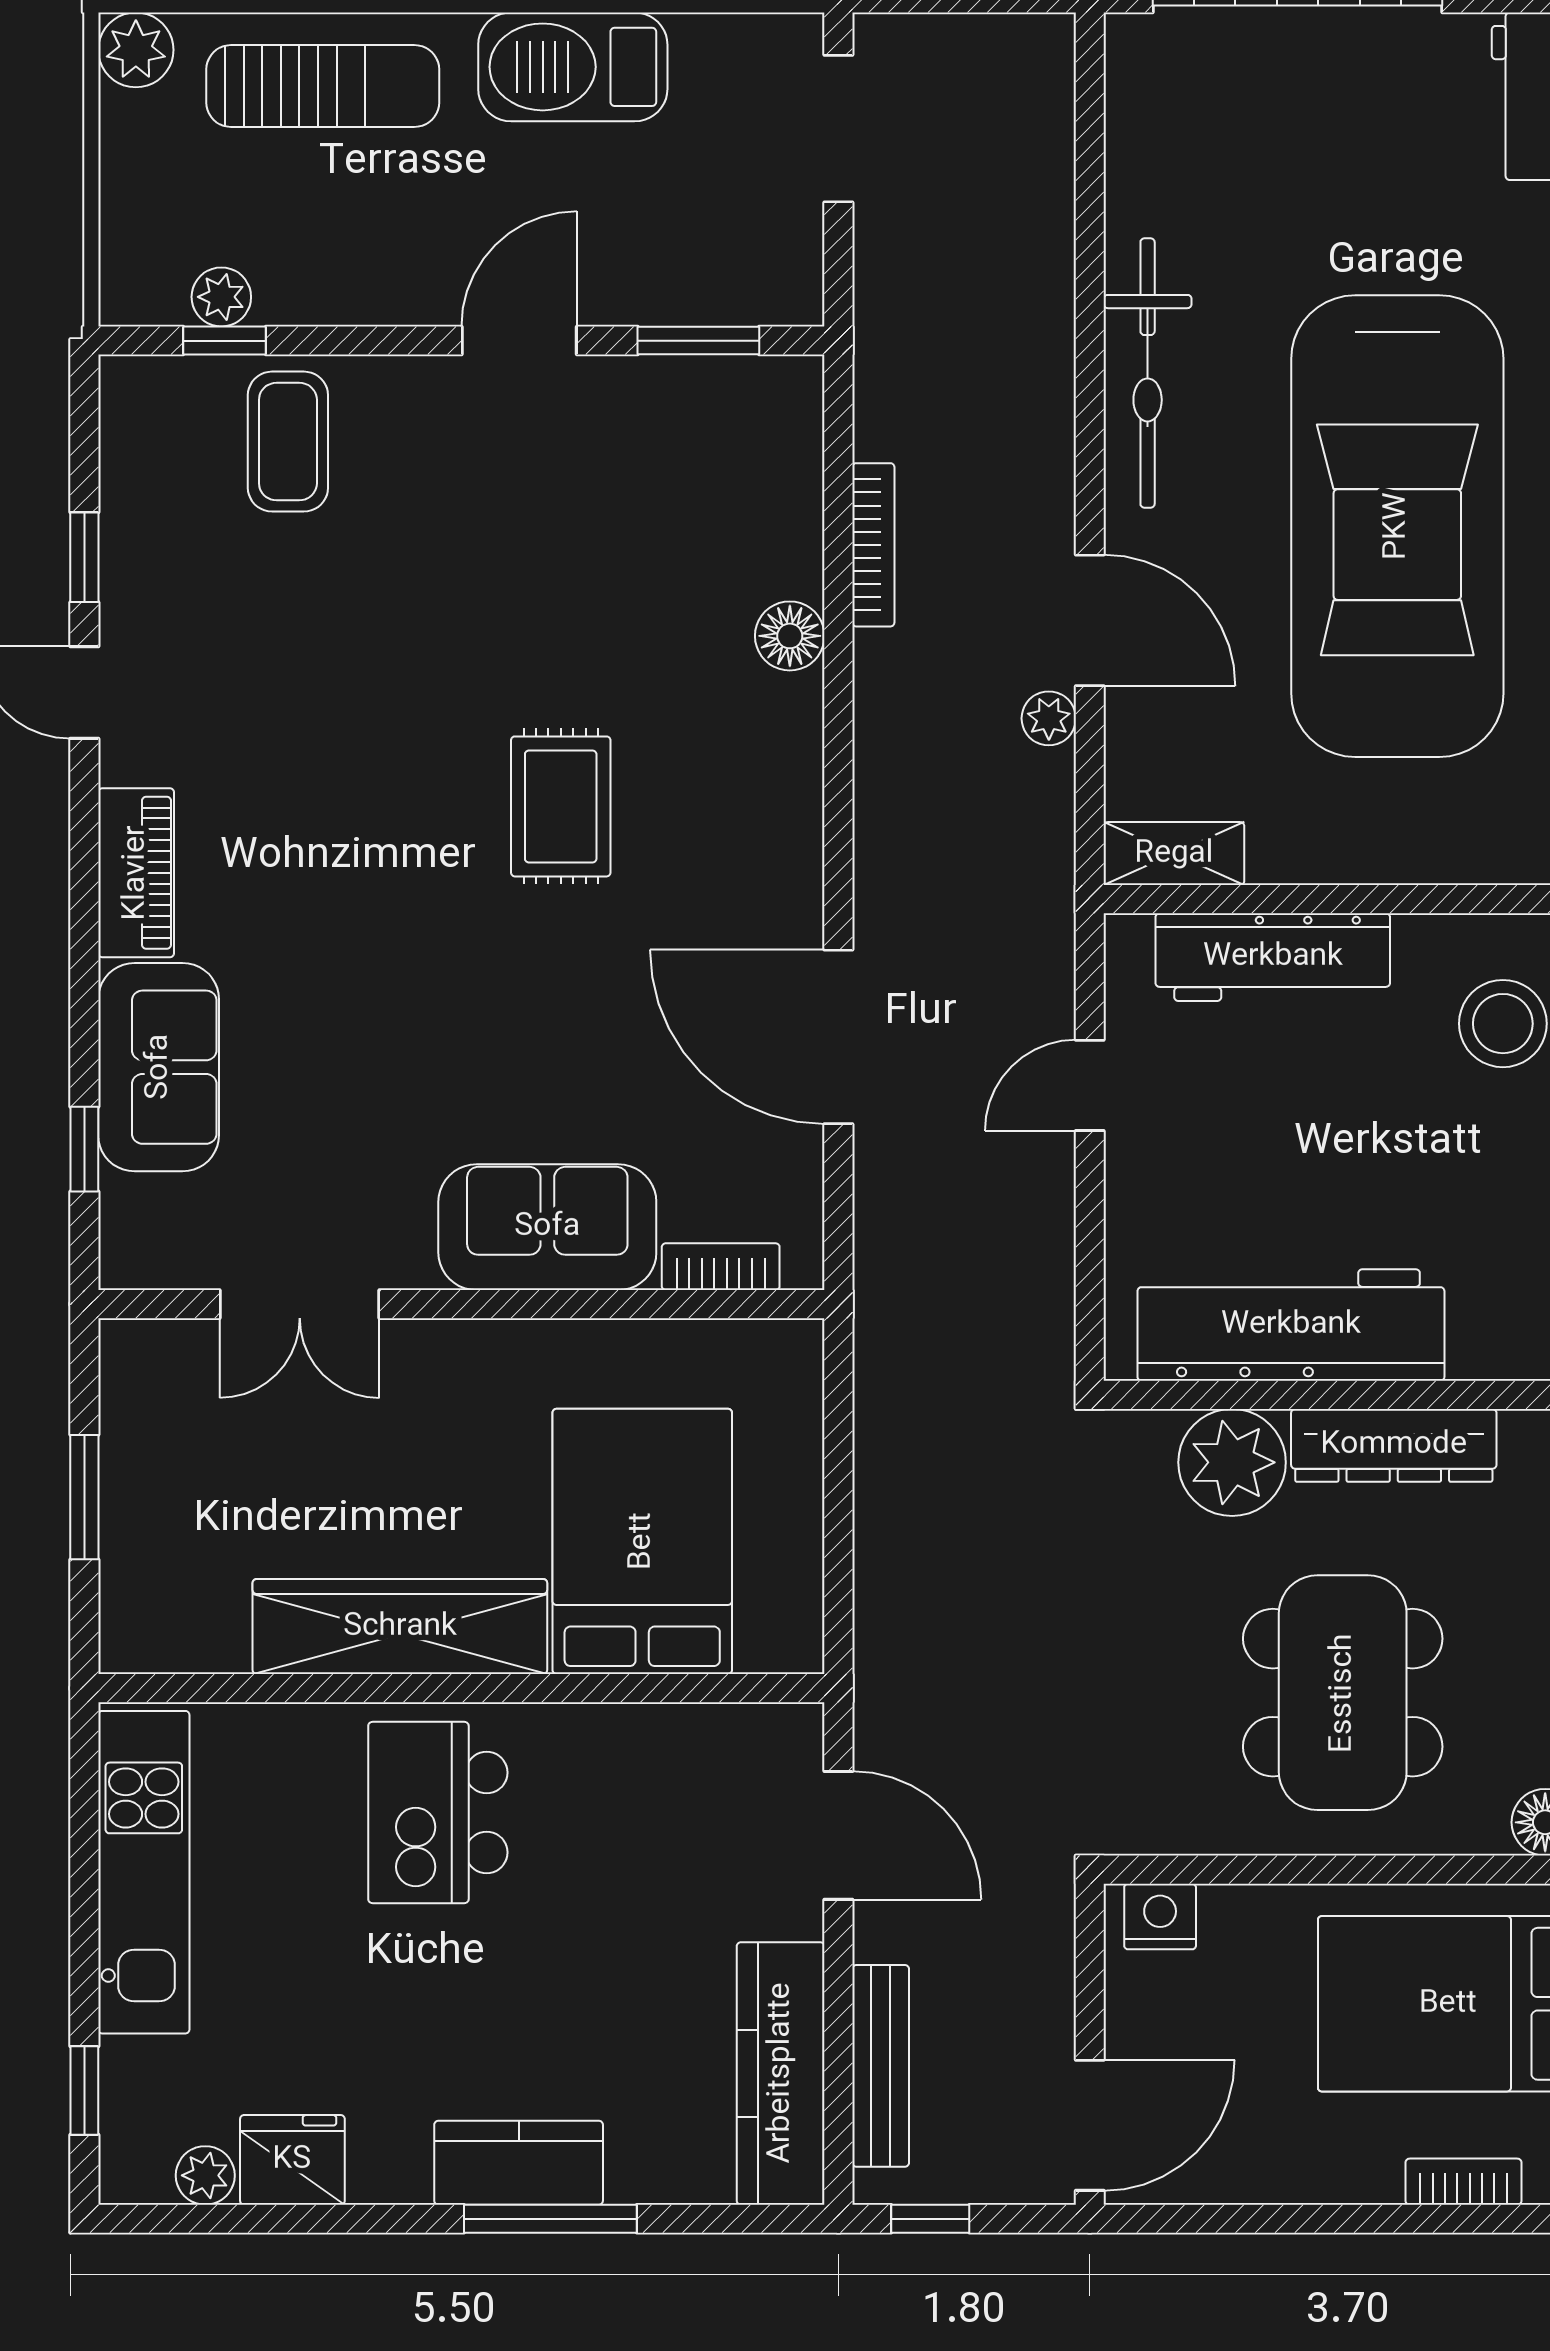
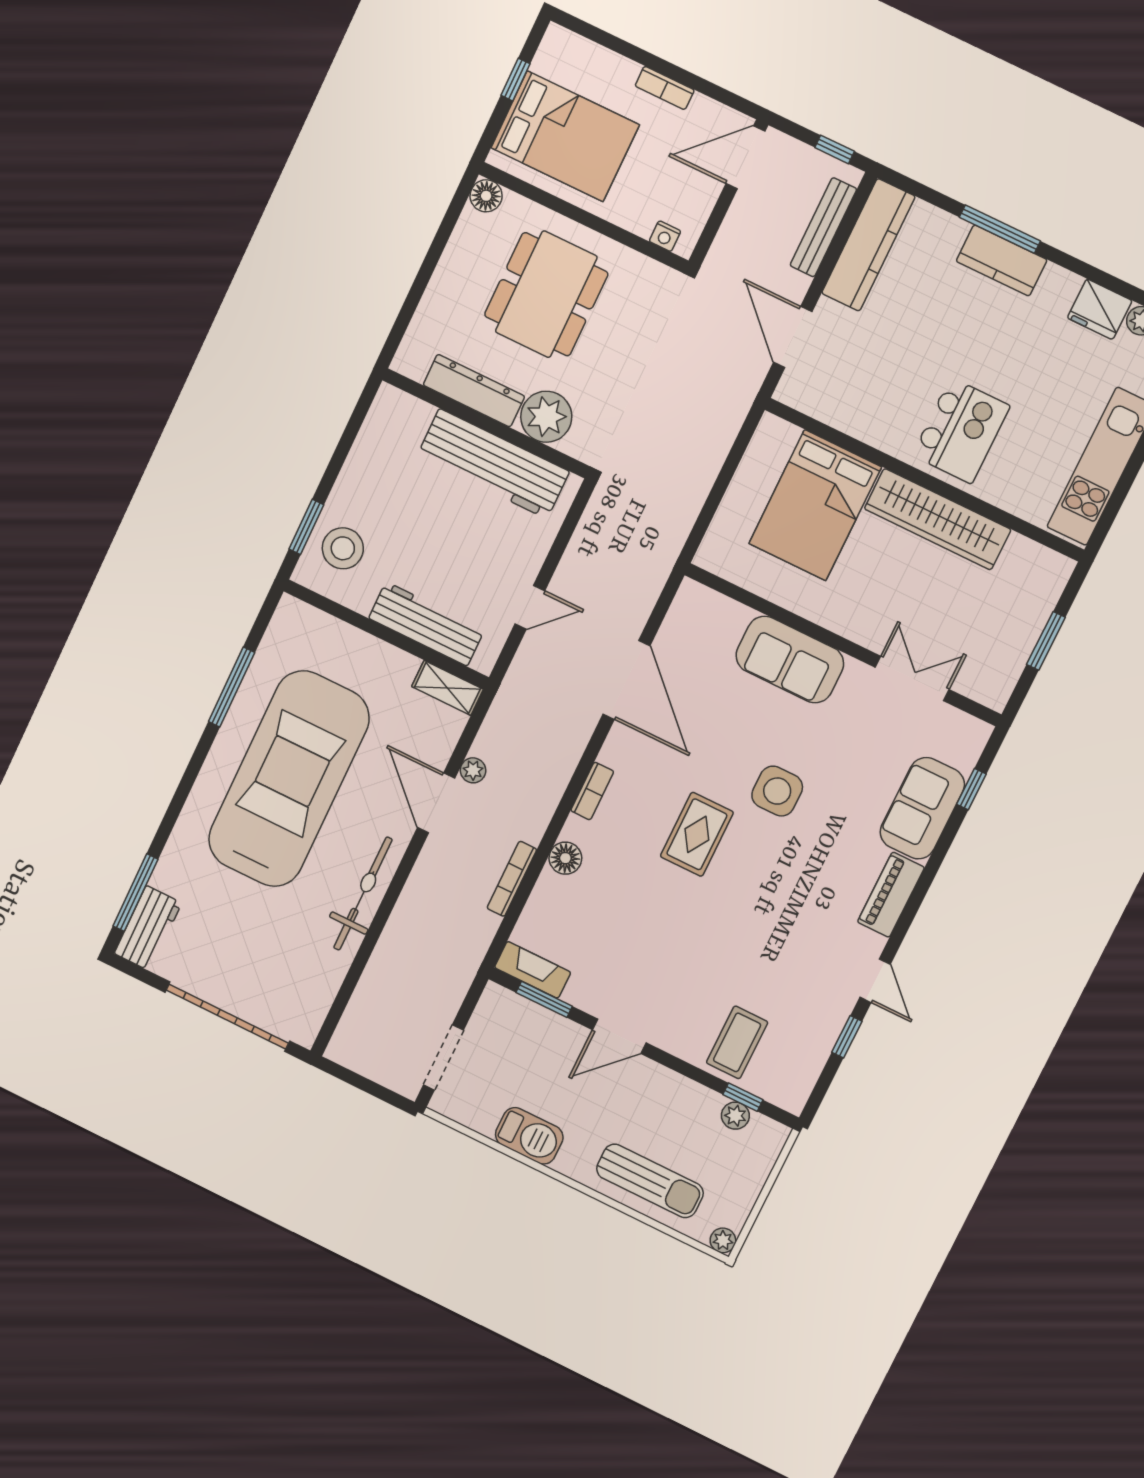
plant: (136, 50) -> (723, 1240), width x0.73, depth x0.73
barbecue: (573, 67) -> (529, 1136), width x0.73, depth x0.83
sun lounger: (323, 86) -> (650, 1181), turned 180
fireplace: (748, 387) -> (533, 970), added
side table: (449, 965) -> (777, 791), added
bookcase: (721, 1267) -> (592, 791), moved, turned -90
nightstand: (1160, 1917) -> (665, 236), width x0.72, depth x0.74
bookcase: (1464, 2182) -> (665, 88), moved

